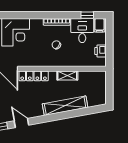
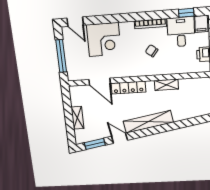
shelving: (65, 106) -> (148, 122), moved

